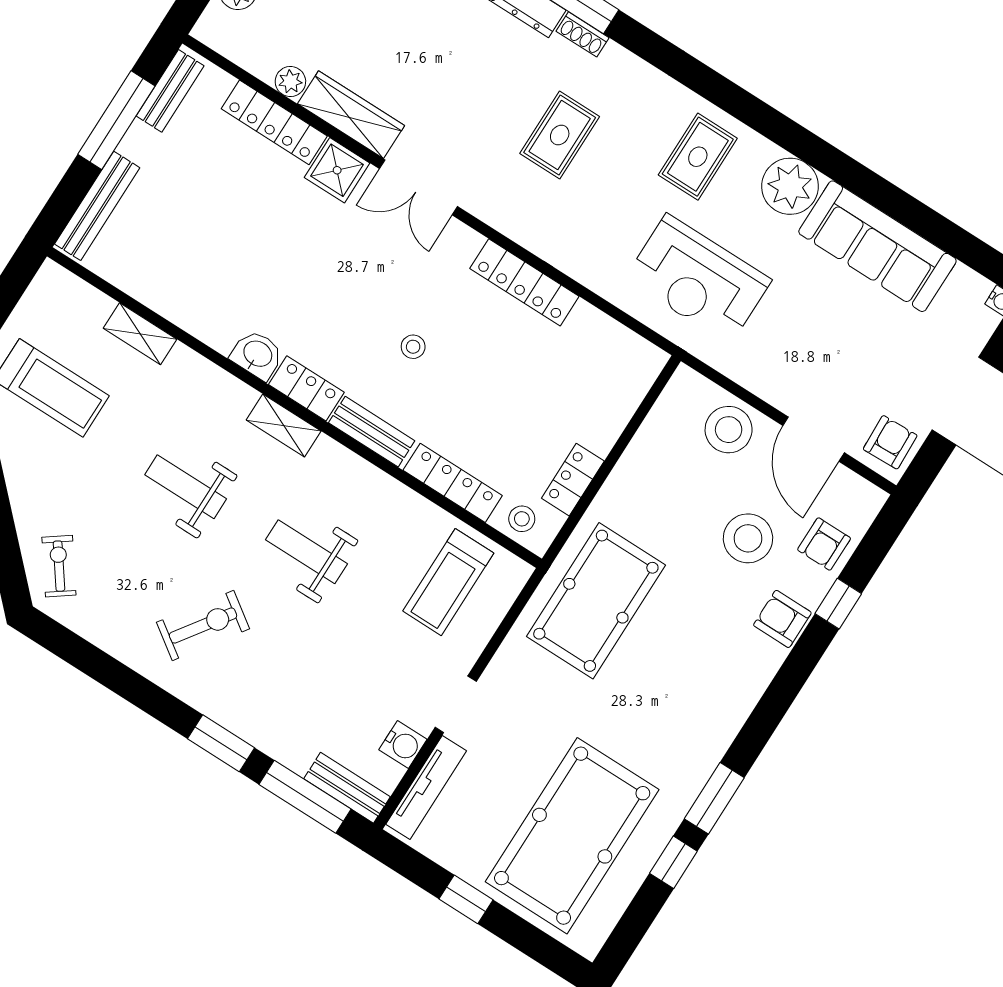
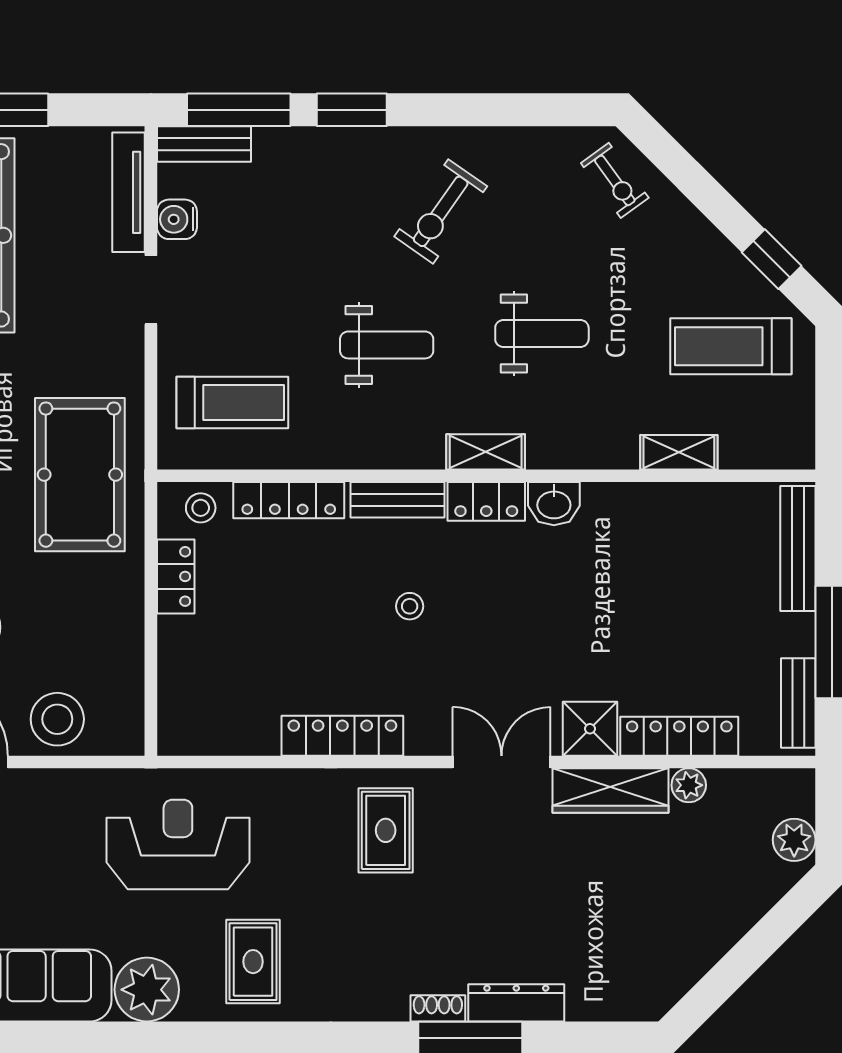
rug: (560, 135) -> (386, 830), moved
treadmill: (448, 582) -> (232, 402), turned 90

